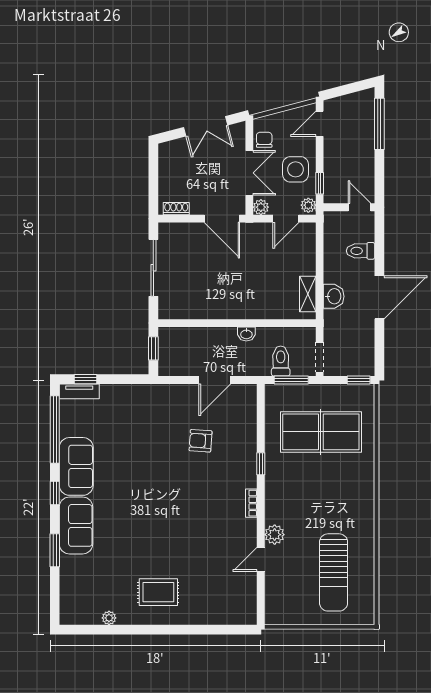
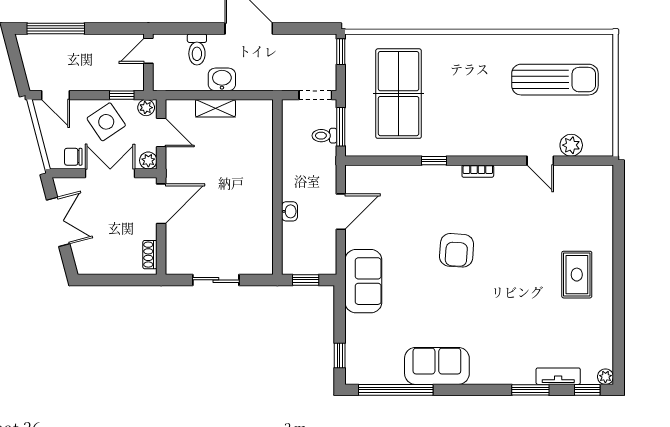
side table: (296, 169) -> (106, 122), turned -34
sliding door: (153, 268) -> (216, 280), width x0.73
shelving: (308, 294) -> (215, 108), moved
washbasin: (334, 296) -> (222, 79), moved
washbasin: (246, 334) -> (289, 211), moved
toilet: (281, 361) -> (324, 136), width x0.73, depth x0.72
door: (215, 380) -> (341, 212), hinge flipped
tv unit: (79, 391) -> (558, 376), moved, turned -90
armchair: (201, 441) -> (457, 250), moved, width x1.38, depth x1.38
window: (55, 493) -> (587, 390), moved
sofa: (76, 525) -> (363, 281), moved, turned 90
plant: (275, 535) -> (571, 145), moved
plant: (109, 618) -> (605, 377), moved

